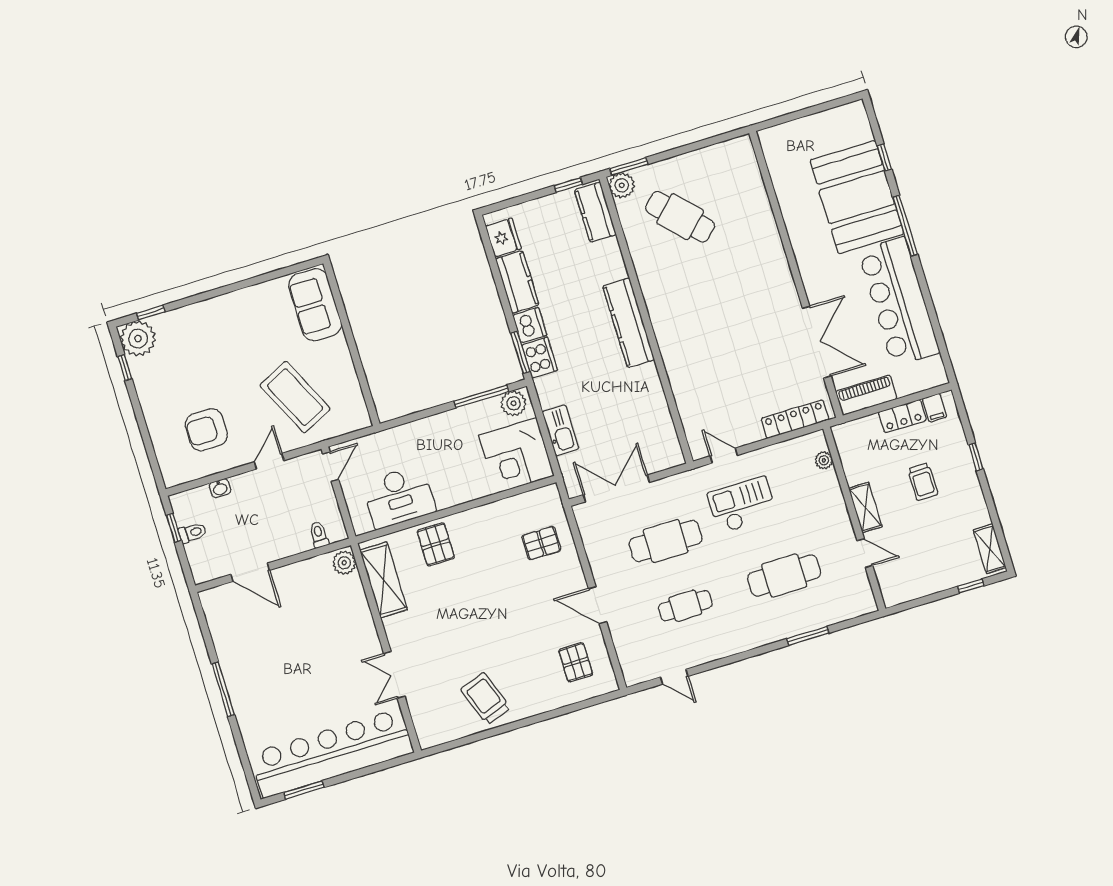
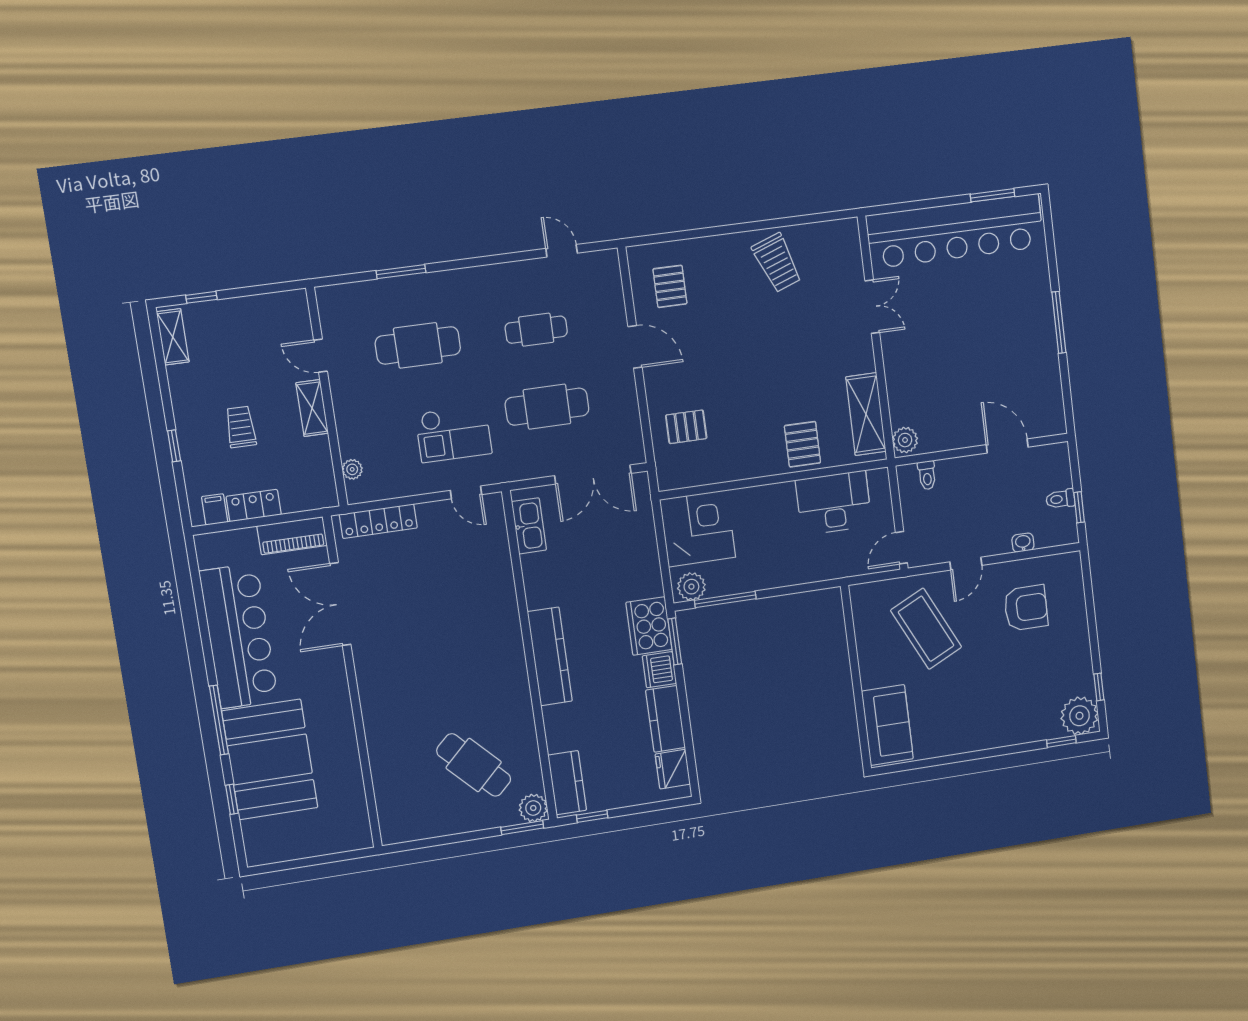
cooker: (540, 358) -> (649, 626), width x1.37, depth x1.31
kitchen sink: (561, 430) -> (529, 526), moved, turned 180

